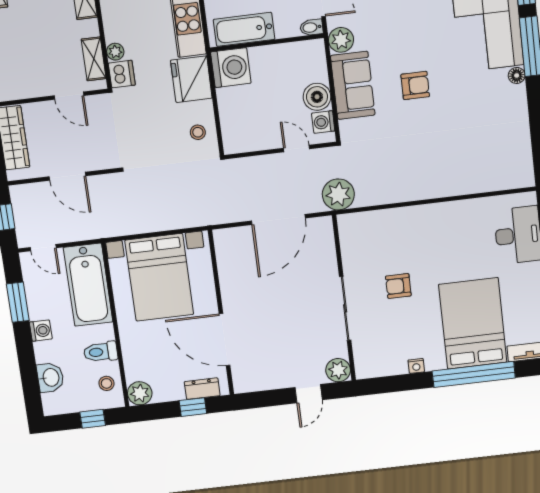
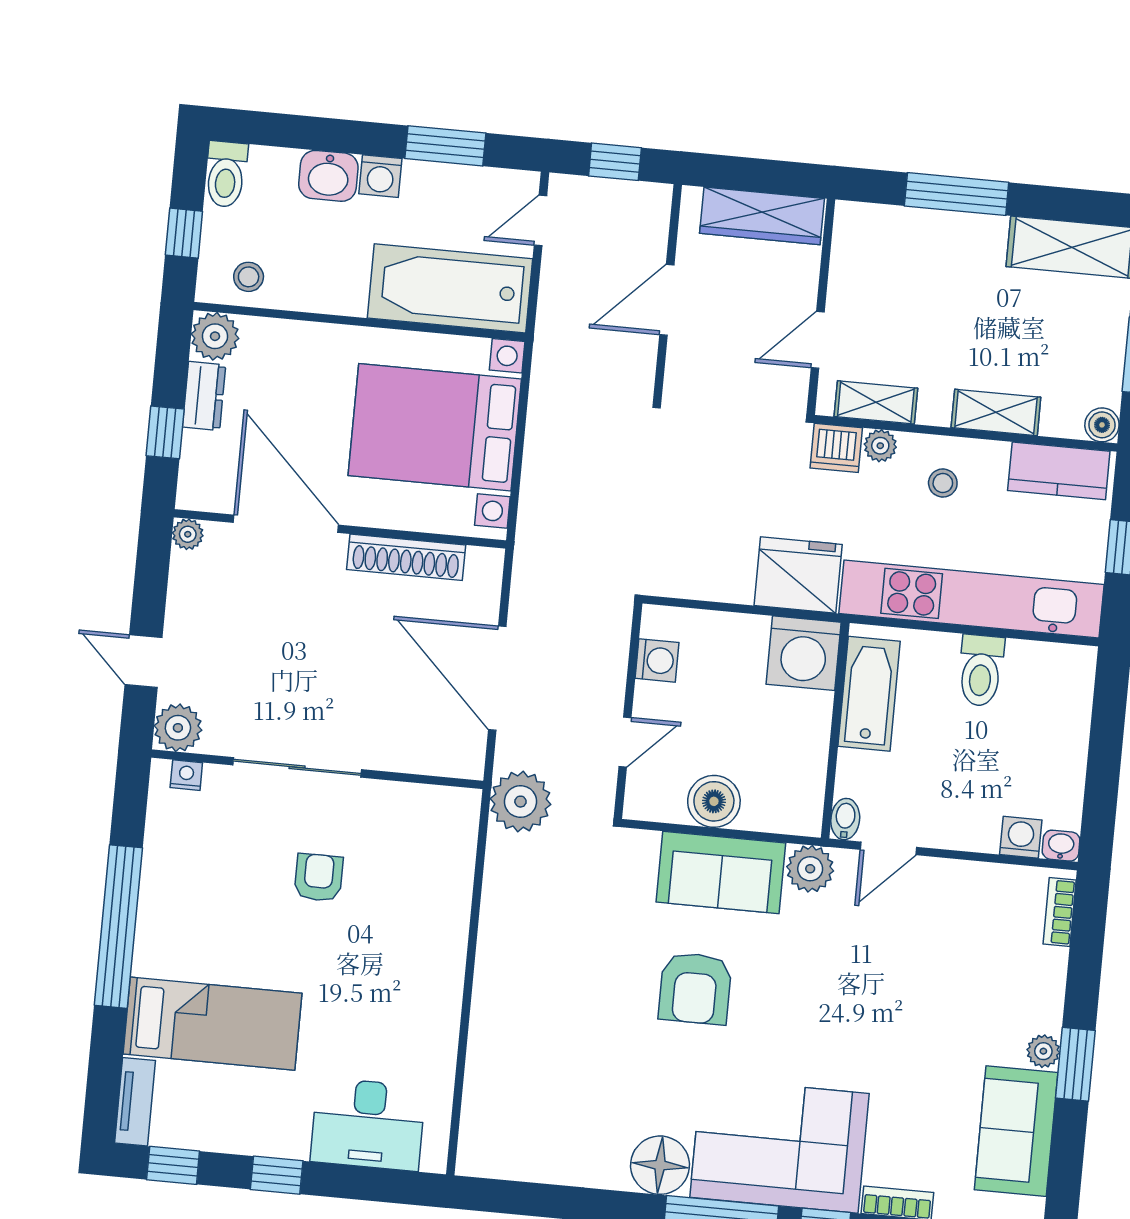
floor lamp: (517, 75) -> (660, 1165), width x1.89, depth x1.89
armchair: (415, 85) -> (695, 988), width x1.38, depth x1.38
washing machine: (323, 122) -> (657, 660), moved, turned 90
stool: (198, 132) -> (943, 483), moved
shoe rack: (228, 277) -> (406, 557), added
bed: (473, 323) -> (212, 1024), width x0.67
door: (225, 340) -> (286, 524), hinge flipped
toilet: (101, 352) -> (226, 174), moved, turned 180
nightstand: (416, 366) -> (186, 775), moved, turned 90
window: (474, 374) -> (118, 927), moved
washbasin: (50, 377) -> (328, 176), moved
plant: (241, 386) -> (188, 534), added
dresser: (202, 389) -> (204, 396), moved

